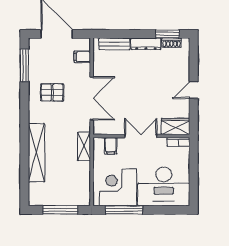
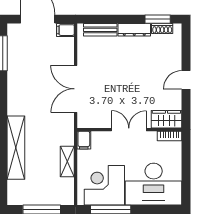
filing cabinet: (82, 57) -> (65, 30), moved
pallet: (52, 92) -> (33, 83), removed
double door: (92, 98) -> (76, 89), swing flipped
shelving: (84, 146) -> (67, 162), moved
filing cabinet: (111, 146) -> (84, 140), moved

